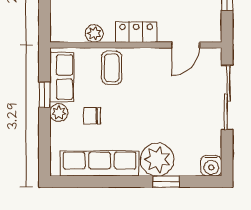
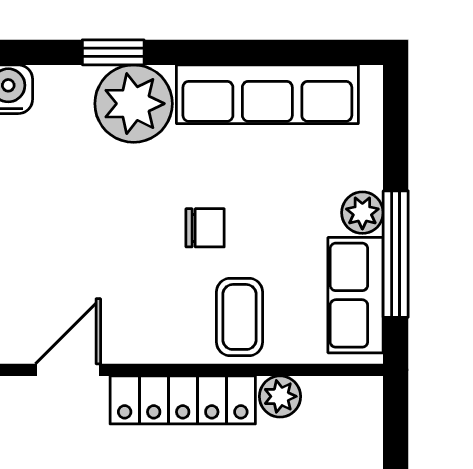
locker: (136, 32) -> (183, 400), width x1.53
window: (45, 95) -> (396, 254), width x2.17
chair: (92, 116) -> (205, 228), moved

